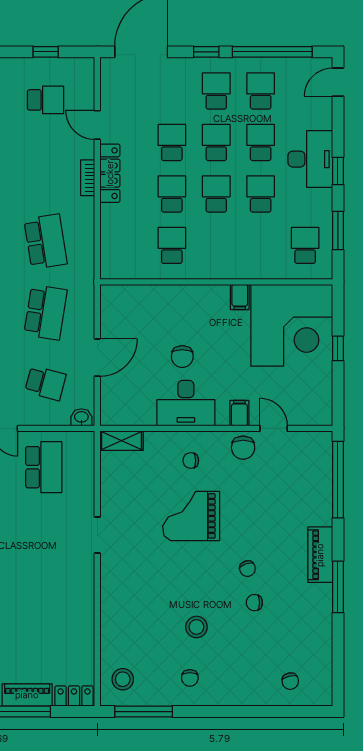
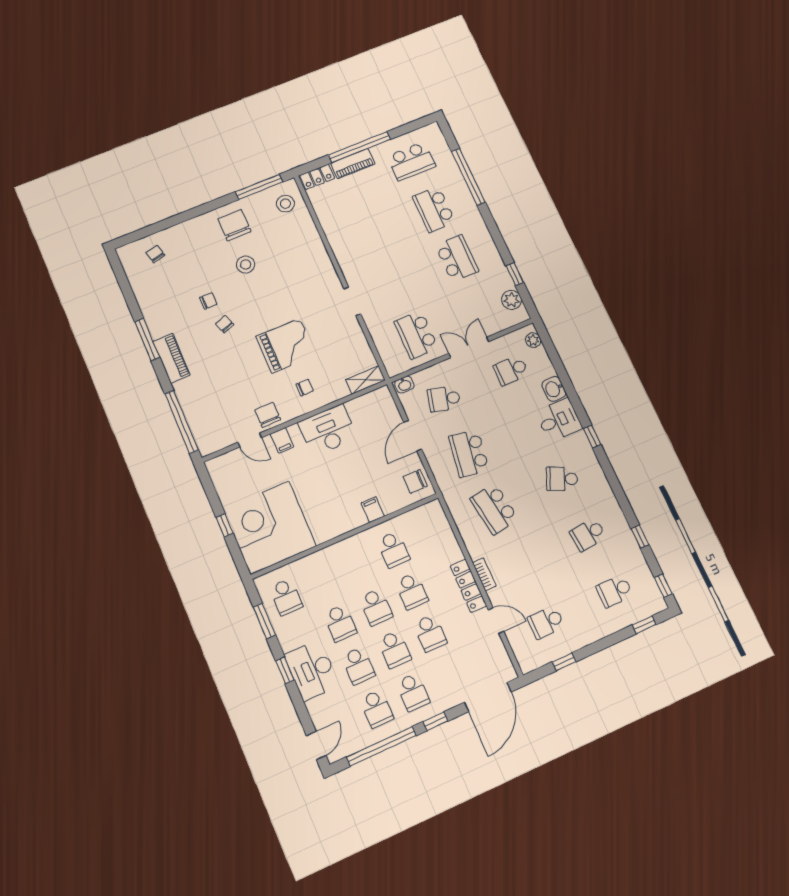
filing cabinet: (240, 297) -> (373, 510), moved
chair: (182, 357) -> (415, 481), moved, turned -90
chair: (190, 678) -> (234, 225), width x1.87, depth x1.87

